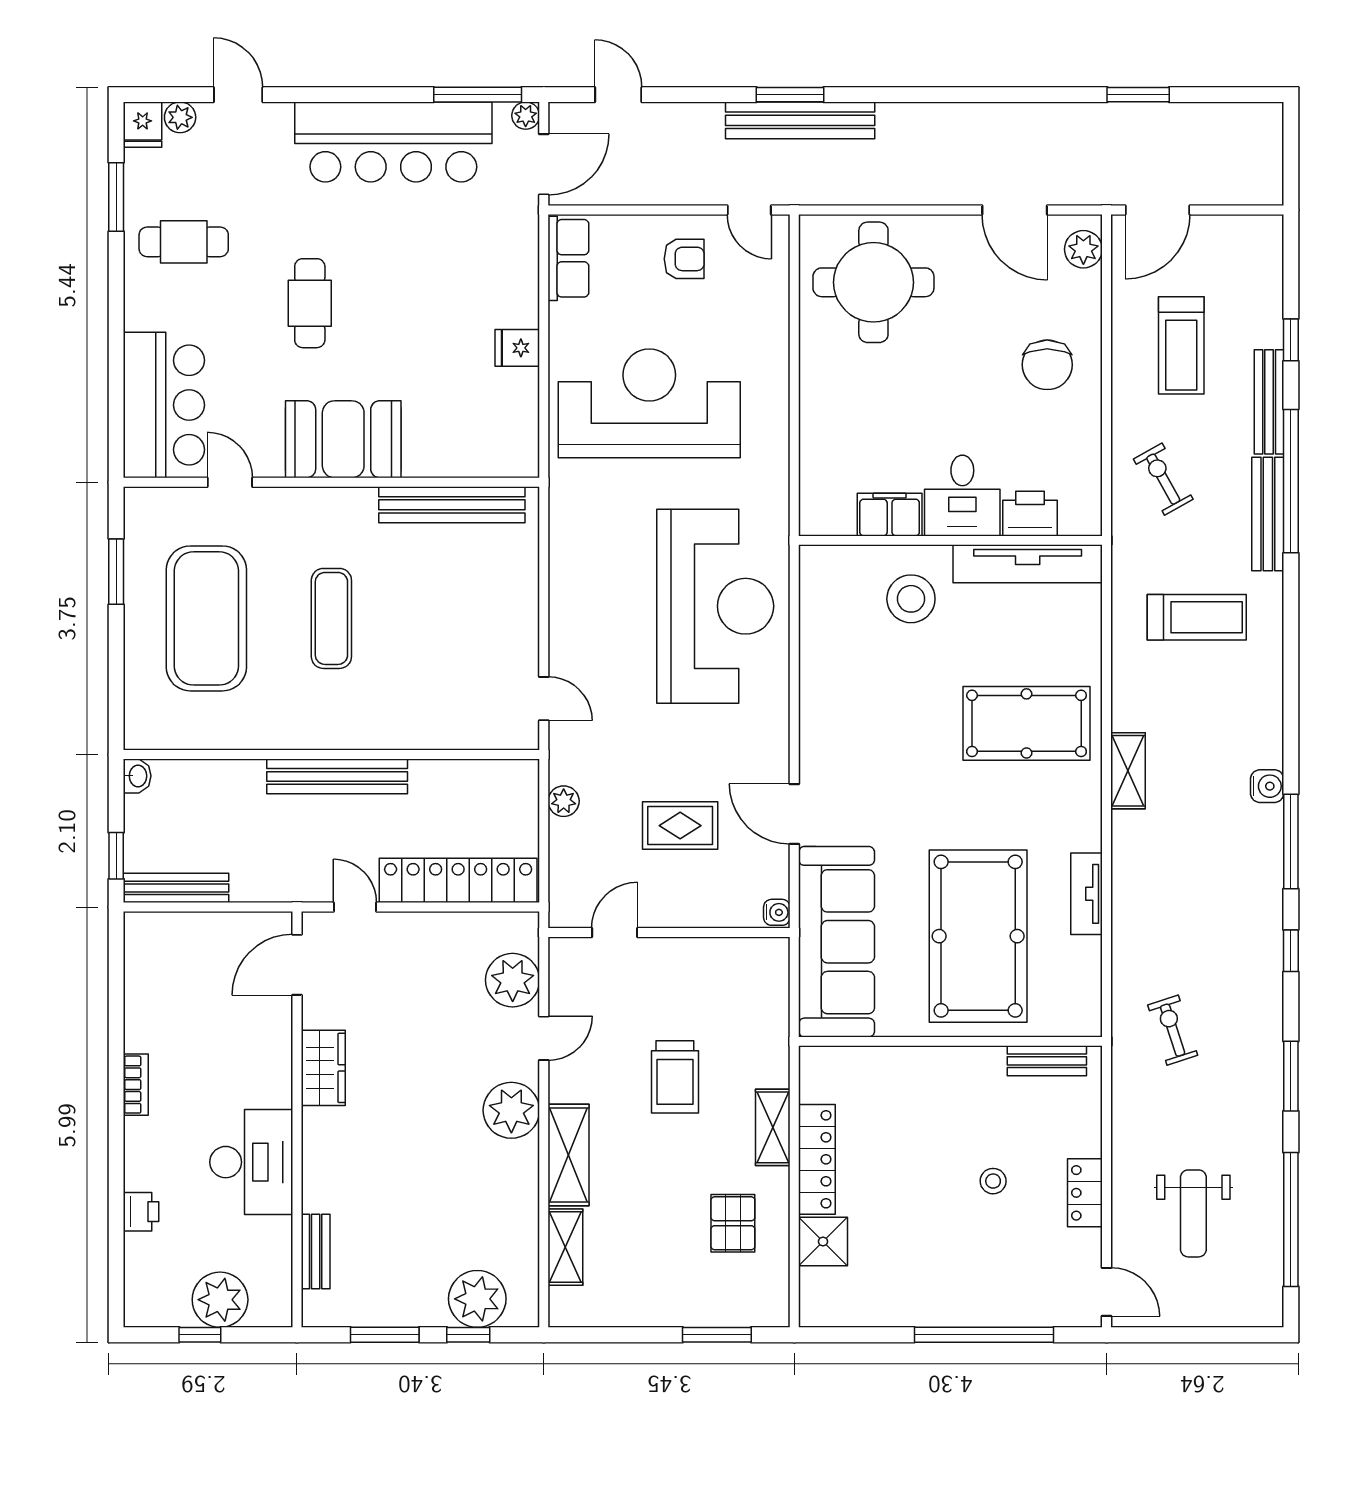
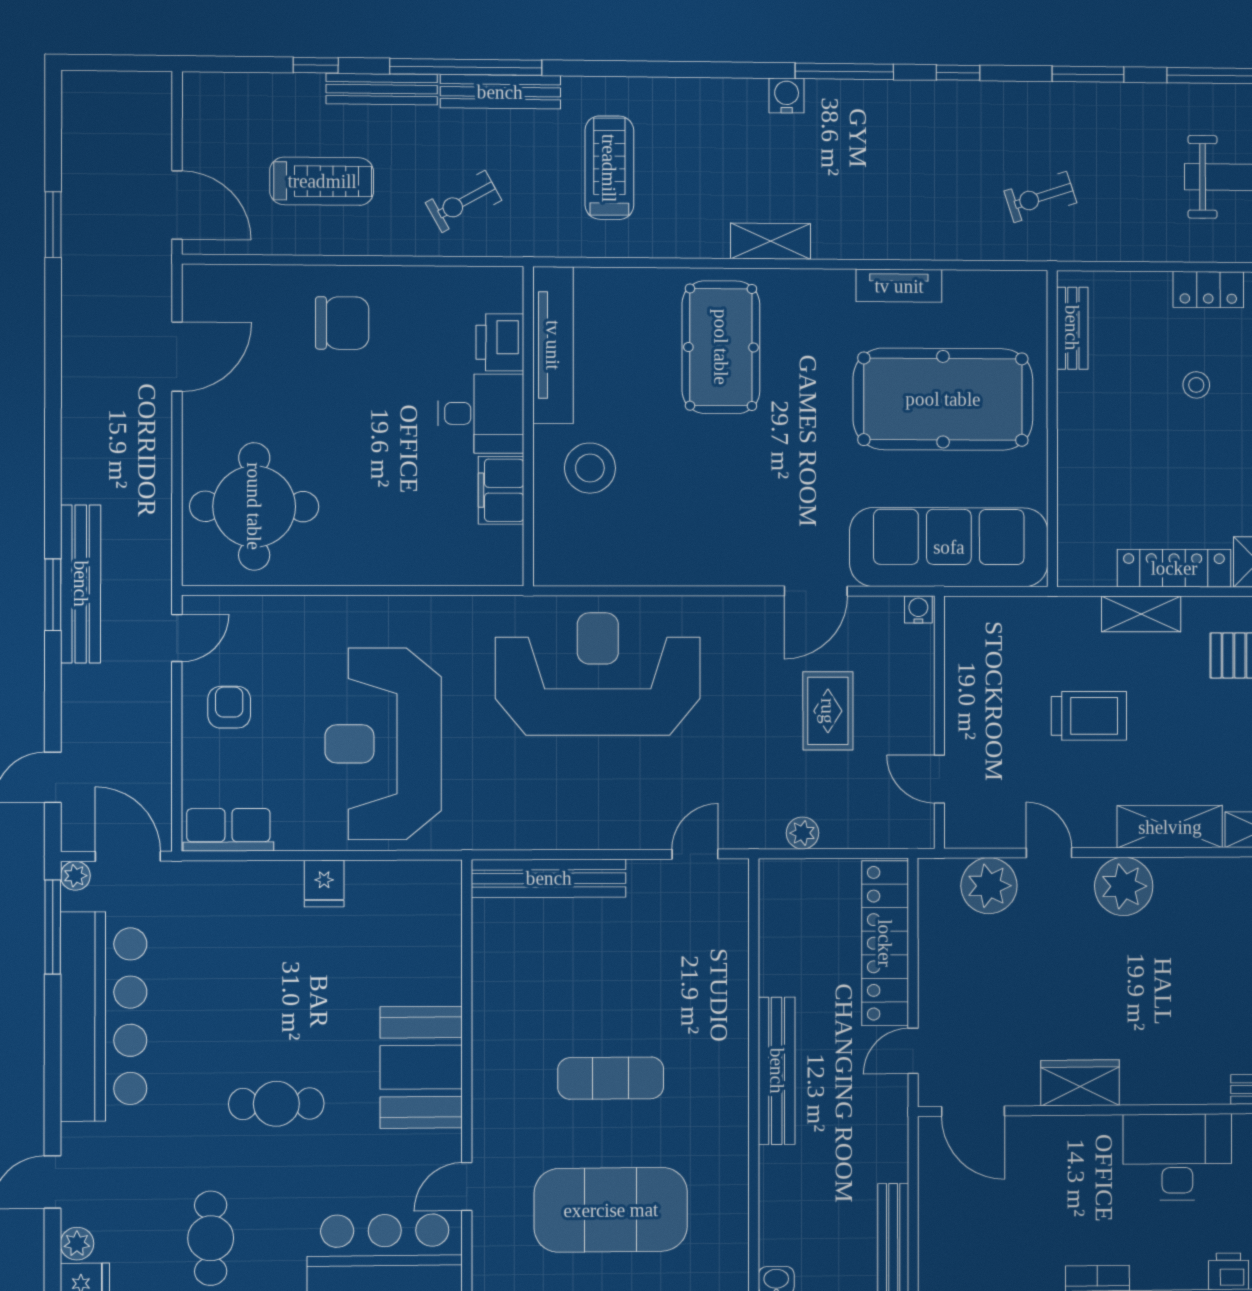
plant: (1083, 249) -> (219, 284), removed
bench: (452, 505) -> (549, 878), moved, turned 90

